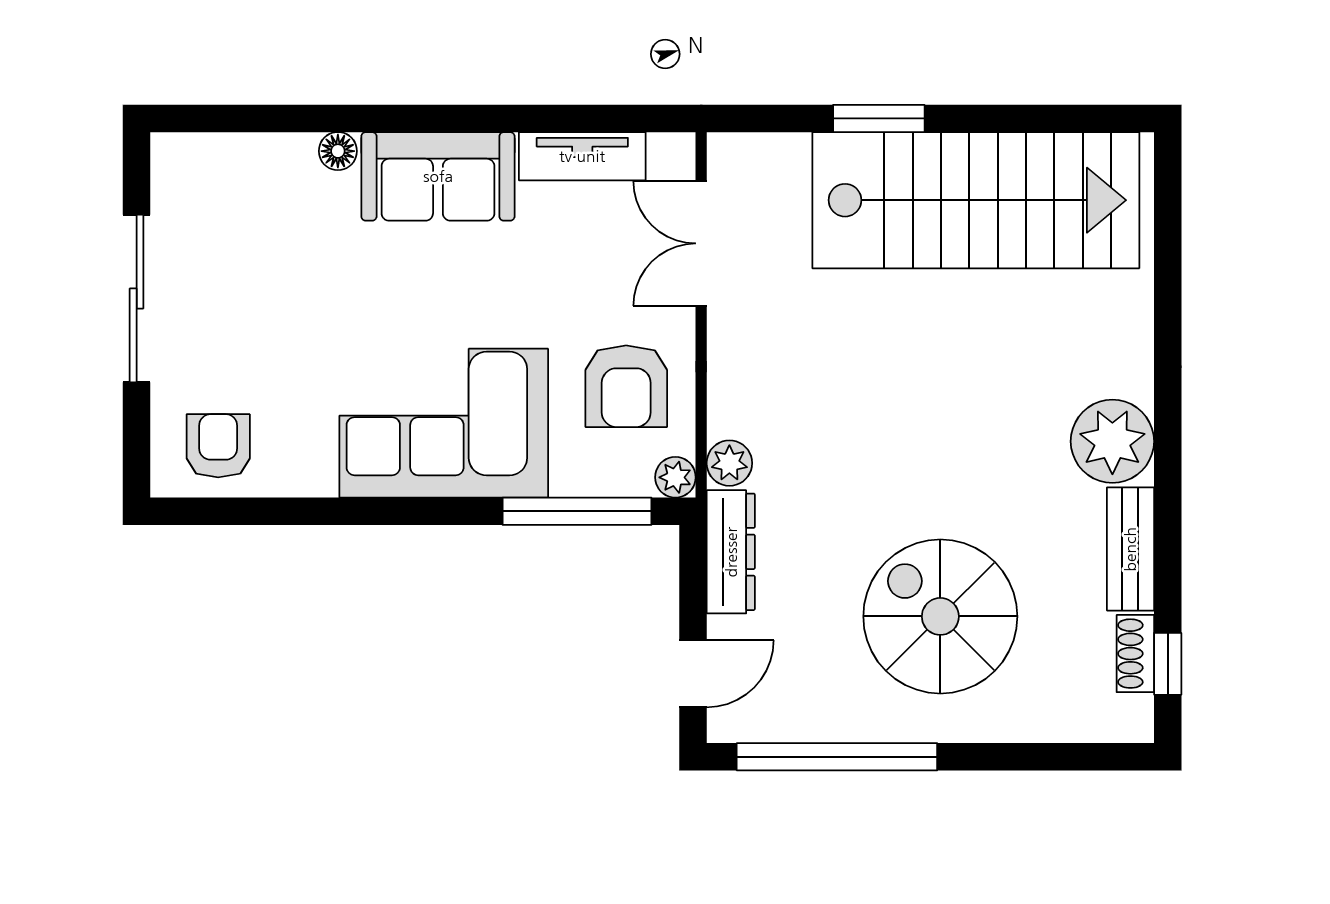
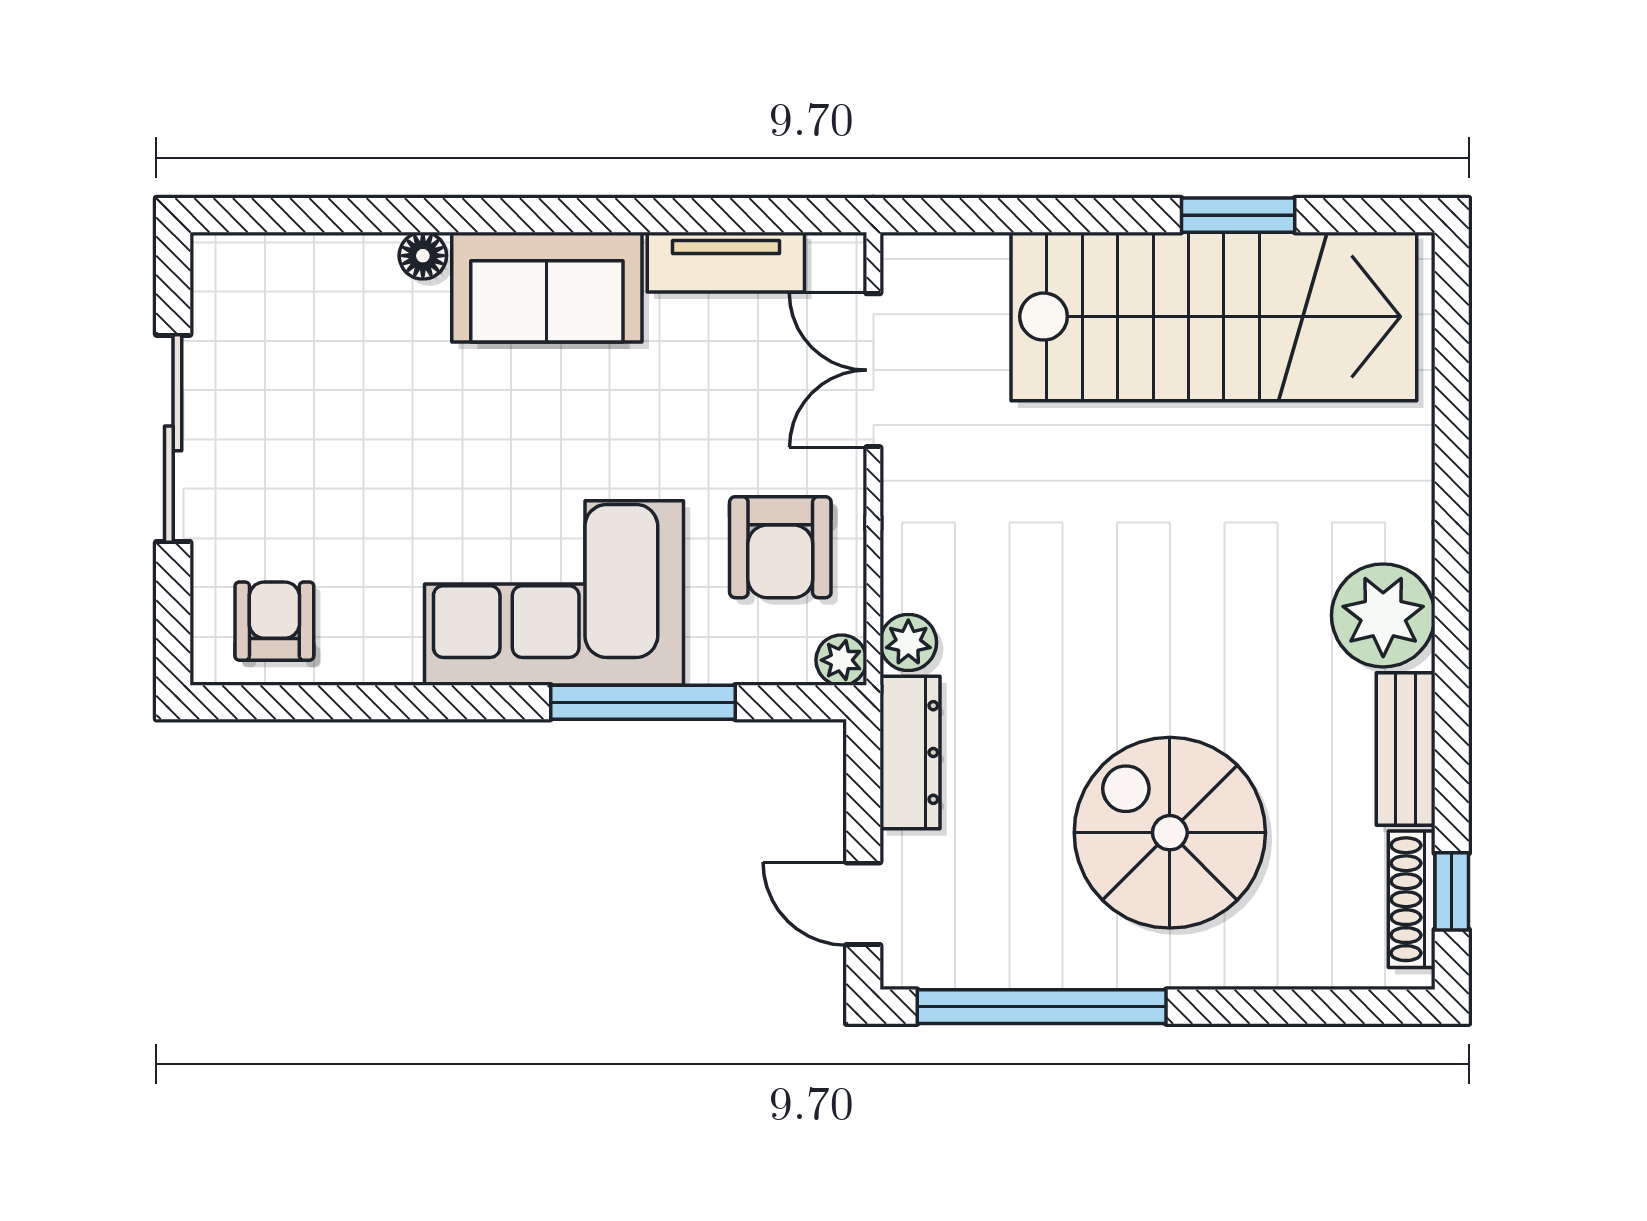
window: (879, 118) -> (1238, 215), moved
window: (577, 511) -> (643, 702), moved
shoe rack: (1135, 654) -> (1412, 899), width x1.43
door: (693, 674) -> (863, 904), swing flipped

